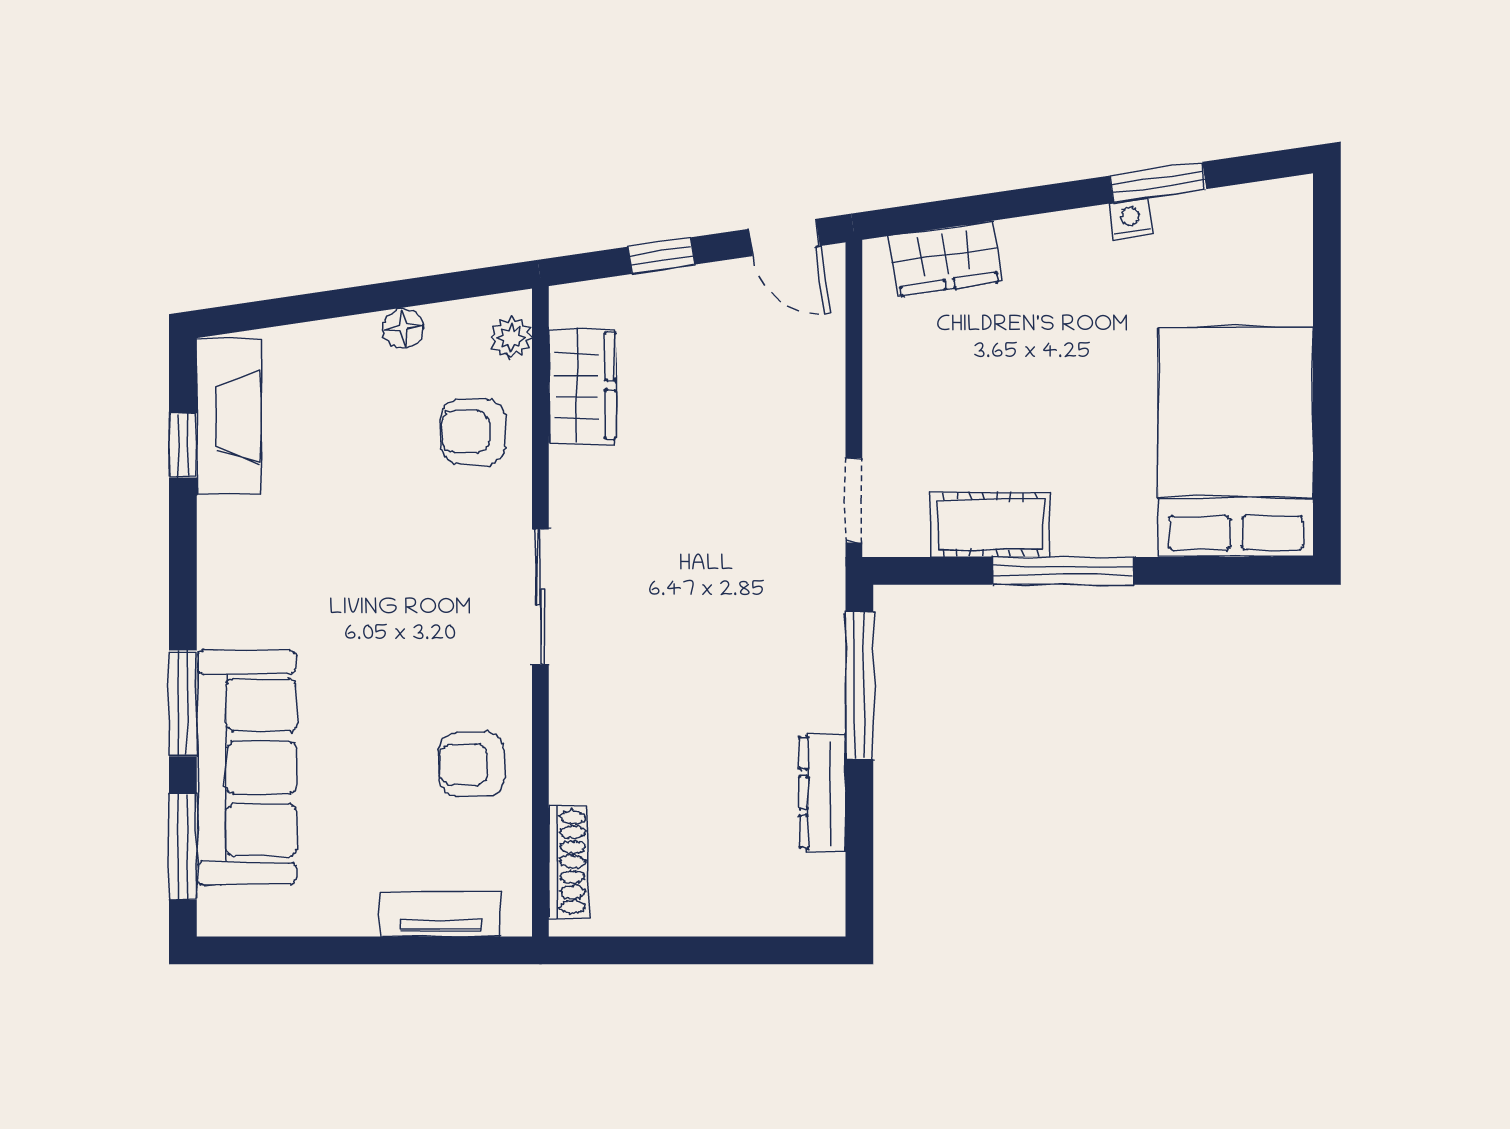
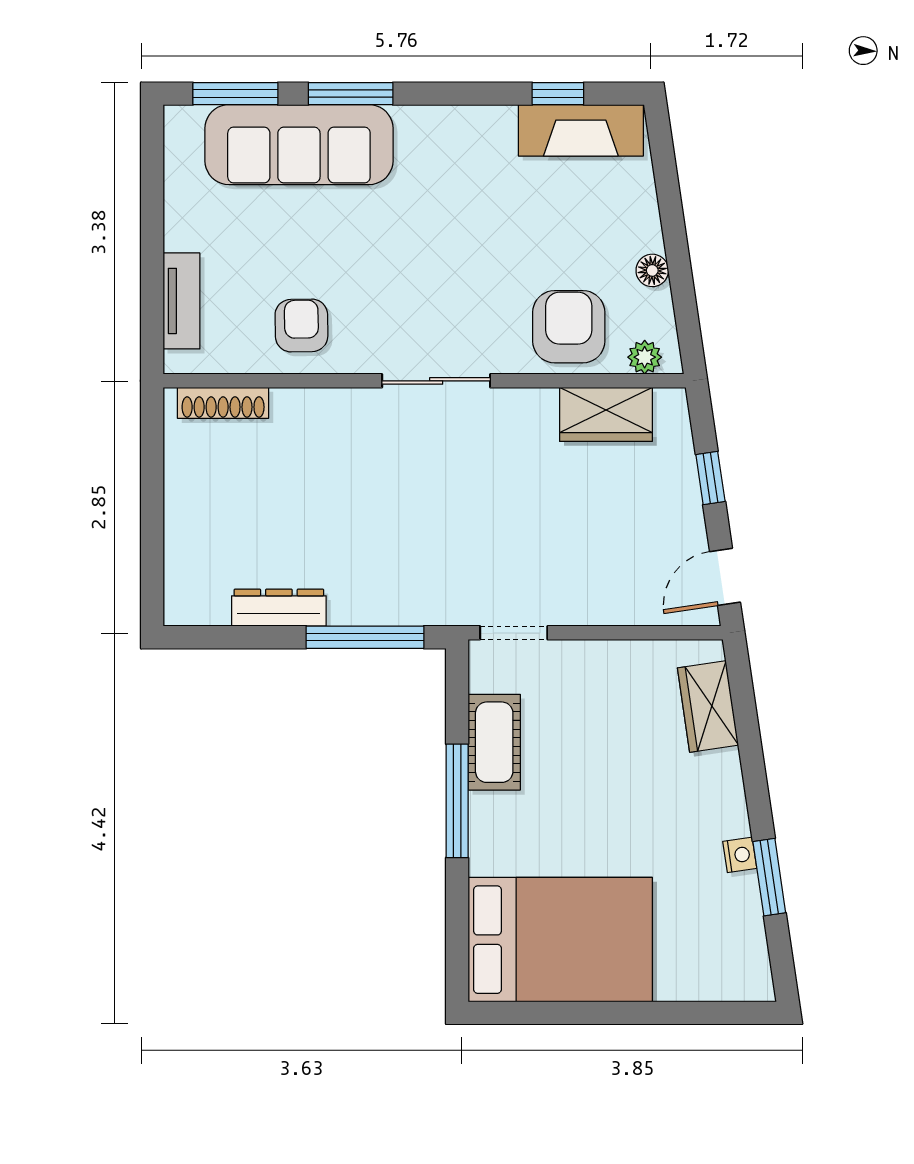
armchair: (473, 432) -> (569, 327), width x1.38, depth x1.38

